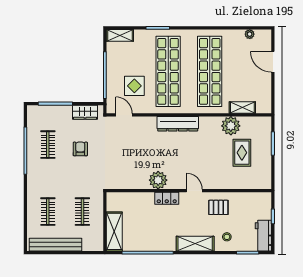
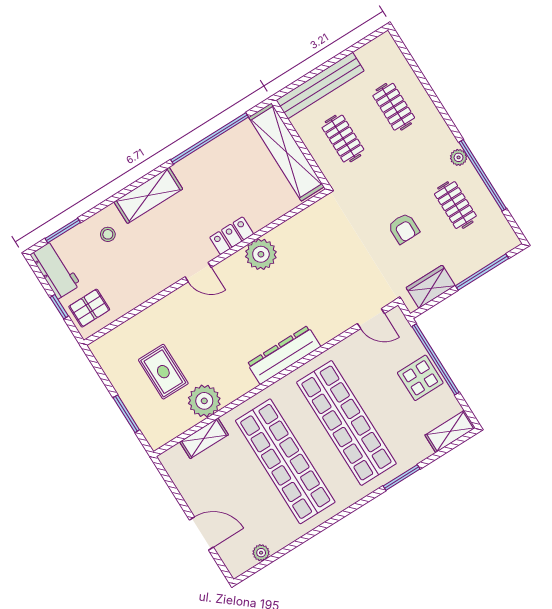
display table: (134, 86) -> (420, 378), moved
plant: (32, 167) -> (459, 157), added
pallet: (218, 207) -> (89, 308), moved
shelving: (114, 231) -> (286, 152), width x1.47
bench: (56, 245) -> (320, 85), moved

